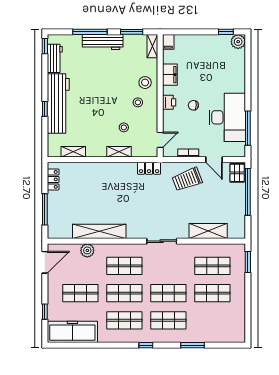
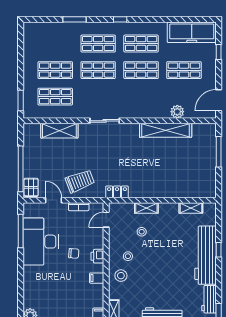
filing cabinet: (170, 75) -> (97, 278), width x0.50
locker: (53, 179) -> (211, 181), removed
shop shelf: (124, 266) -> (141, 97), removed

